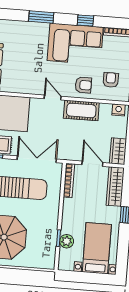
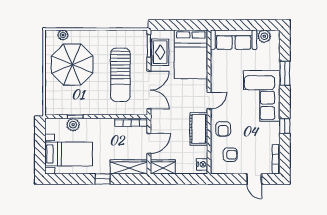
window: (41, 17) -> (285, 73), moved
corner sofa: (75, 44) -> (262, 96), moved

